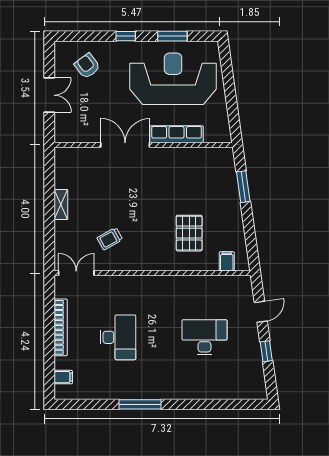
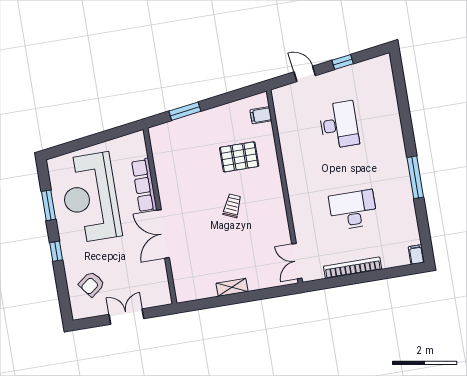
trolley: (110, 239) -> (232, 206), moved, turned -128
desk: (204, 337) -> (339, 125), turned 180
filing cabinet: (63, 377) -> (416, 255), moved

